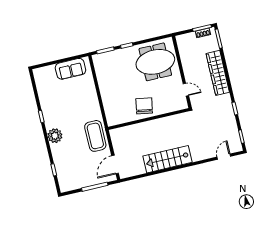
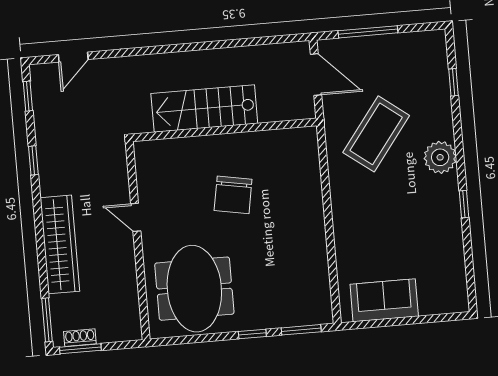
meeting table: (155, 62) -> (194, 289), turned 90
wall: (149, 119) -> (224, 130), moved
coffee table: (95, 136) -> (376, 134), moved, turned 37
stairs: (168, 159) -> (204, 109), moved, turned 180
door: (115, 164) -> (316, 74), hinge flipped

